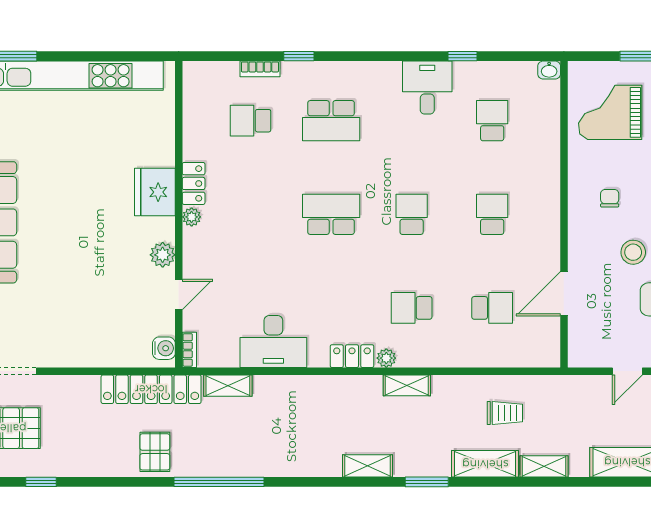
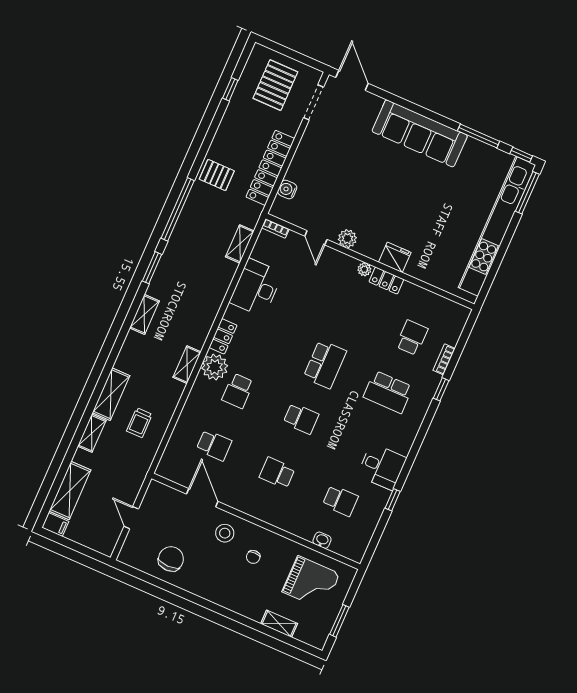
washbasin: (549, 70) -> (322, 540), moved, turned 90
grand piano: (610, 112) -> (311, 583), turned 90
school desk: (331, 121) -> (388, 392), turned -90
fridge: (155, 192) -> (395, 257), width x0.73, depth x0.75
chair: (610, 198) -> (253, 557), turned 90
school desk: (492, 214) -> (277, 473), turned 180
stool: (633, 252) -> (225, 533), moved
school desk: (412, 308) -> (238, 391), turned 180
school desk: (492, 308) -> (214, 445), turned -90
water cooler: (164, 348) -> (287, 189), moved, turned 90
plant: (386, 358) -> (215, 367), width x1.88, depth x1.88
locker: (151, 389) -> (270, 168), moved
window: (427, 482) -> (152, 268), moved

